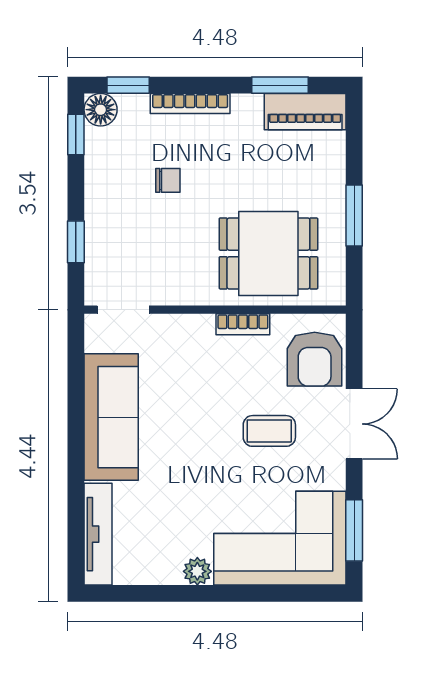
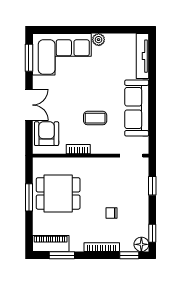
dining table: (268, 253) -> (58, 193), moved
double door: (354, 424) -> (29, 105), swing flipped
coffee table: (269, 431) -> (95, 118), moved

